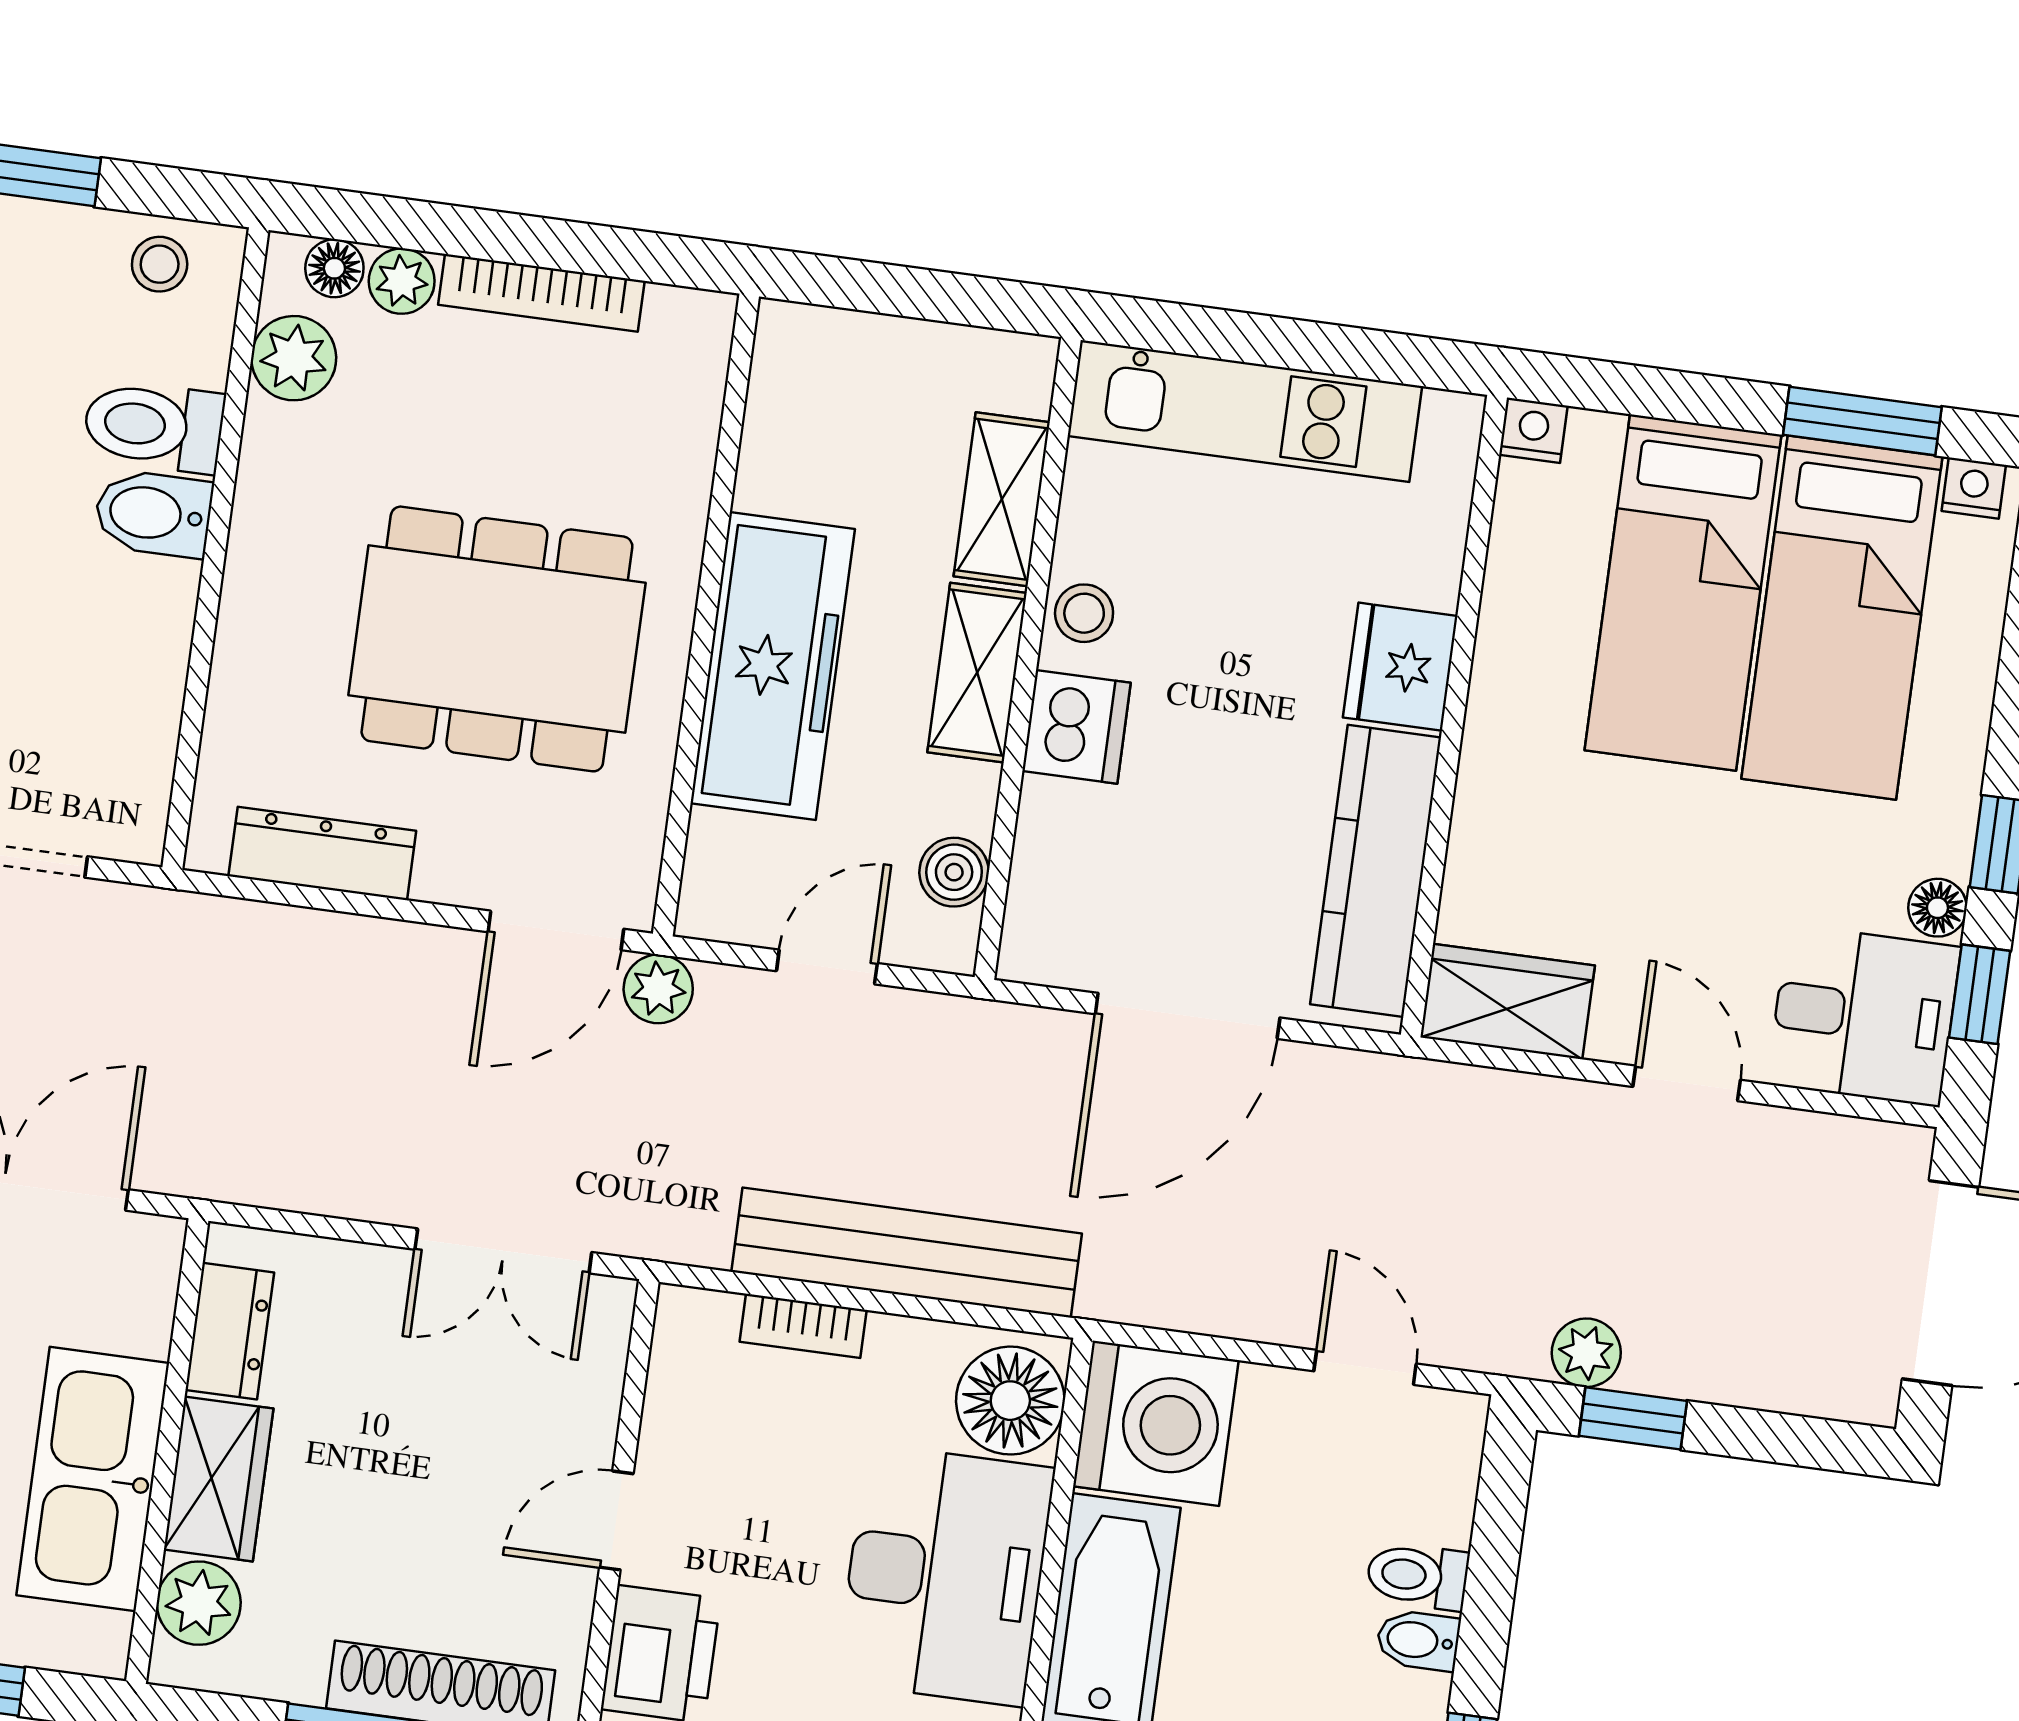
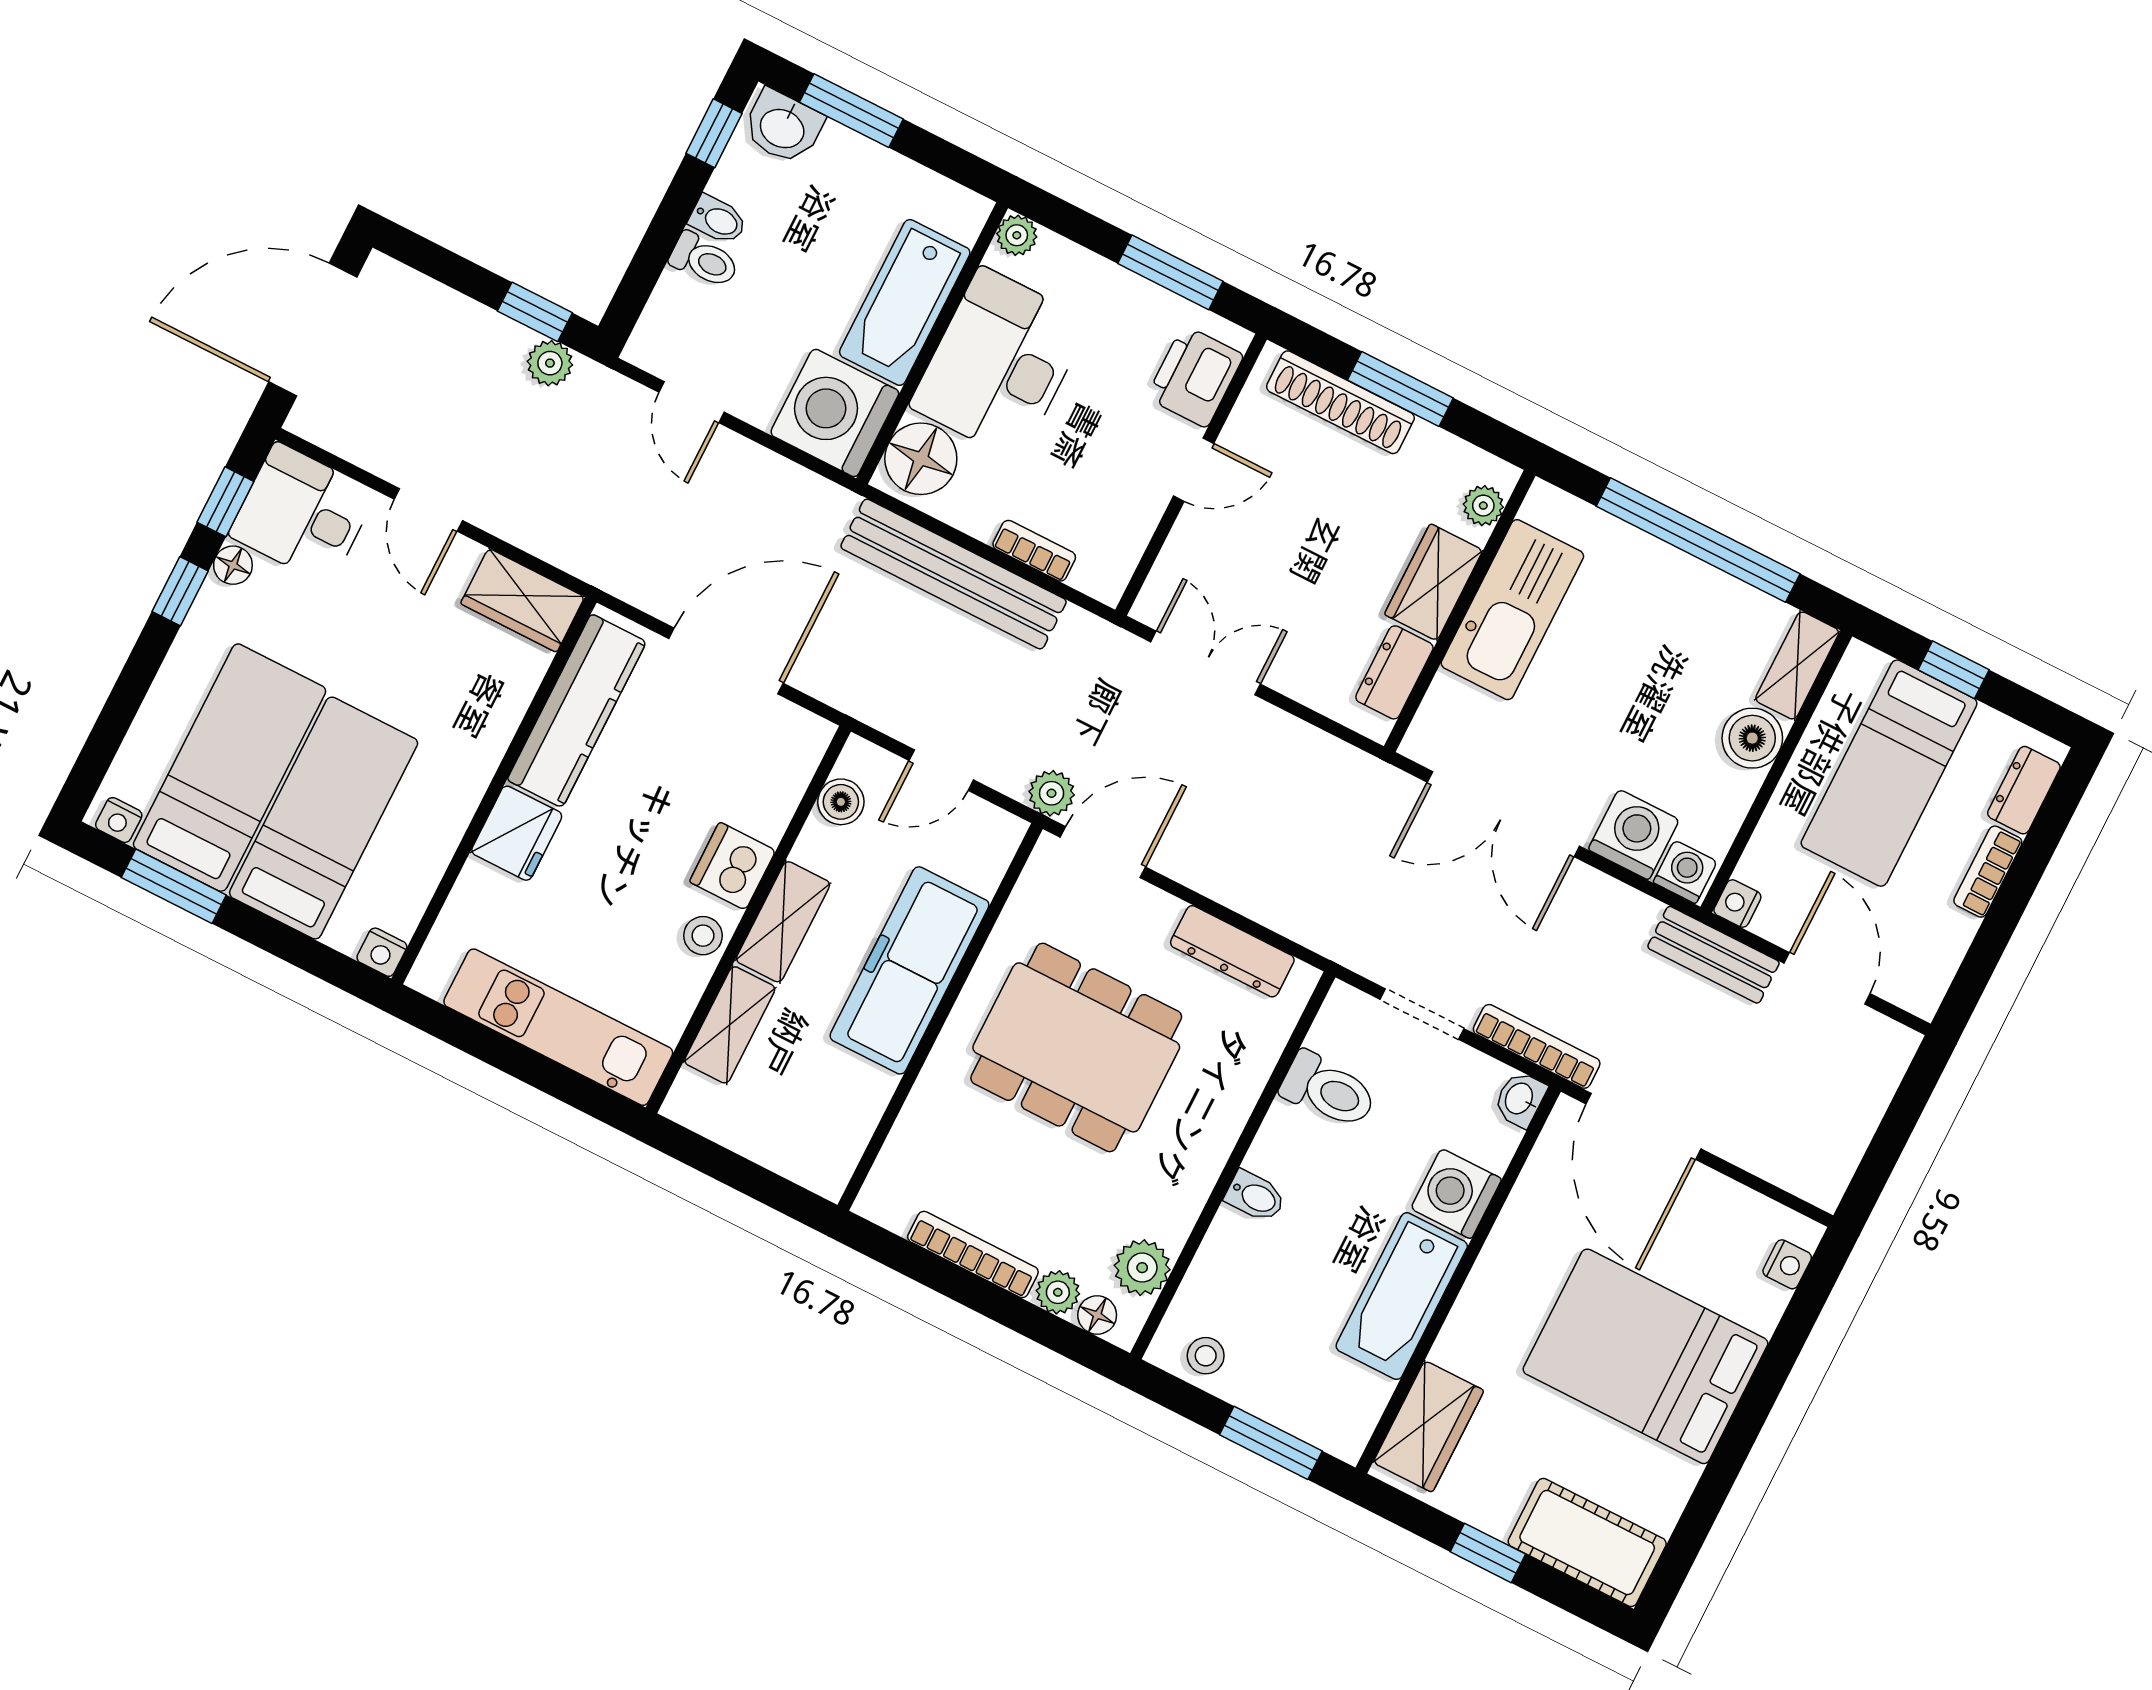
toilet: (154, 426) -> (1328, 1090), moved
bidet: (153, 514) -> (1255, 1196), width x0.72, depth x0.74
plant: (199, 1603) -> (1483, 506), width x0.73, depth x0.73

